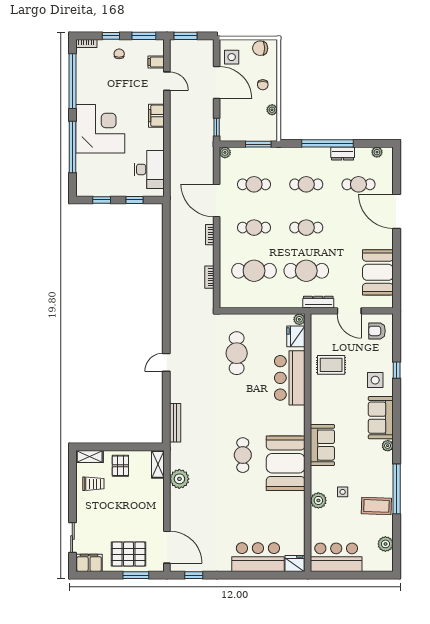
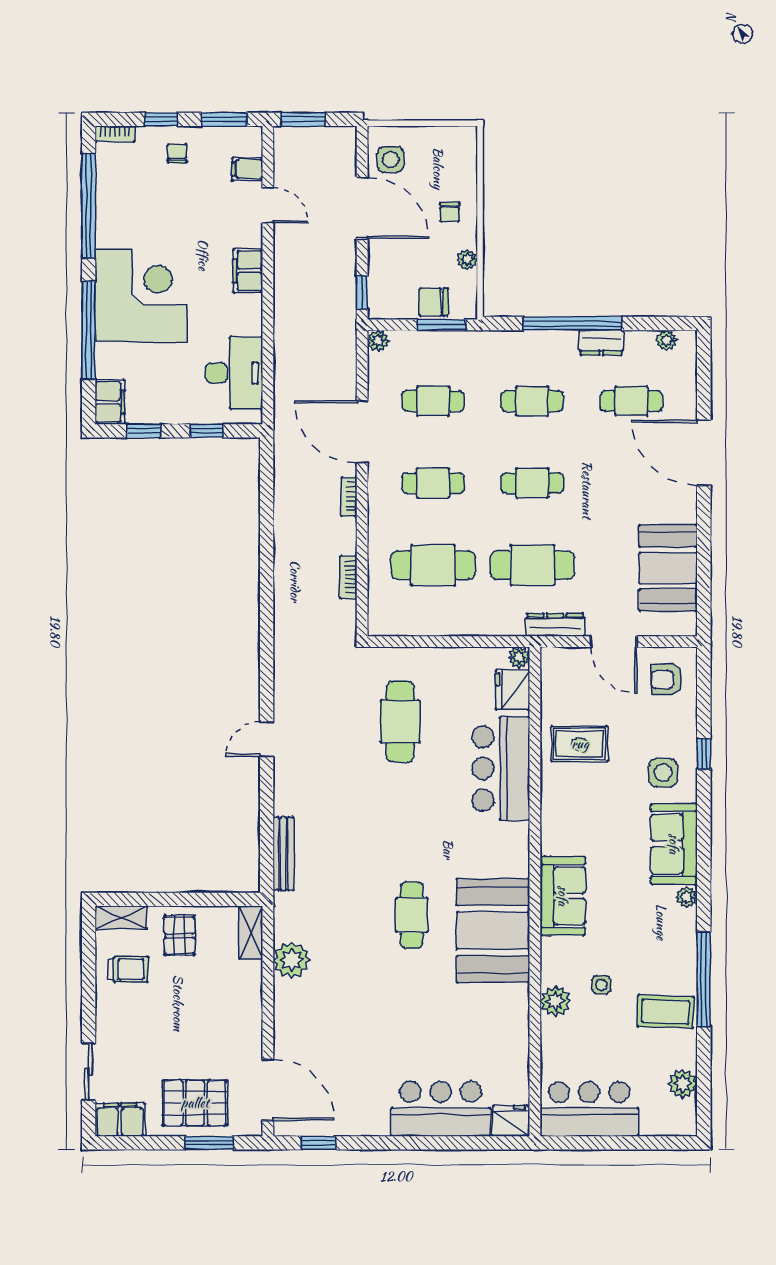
chair: (260, 48) -> (434, 302), moved
filing cabinet: (84, 185) -> (110, 402), added

